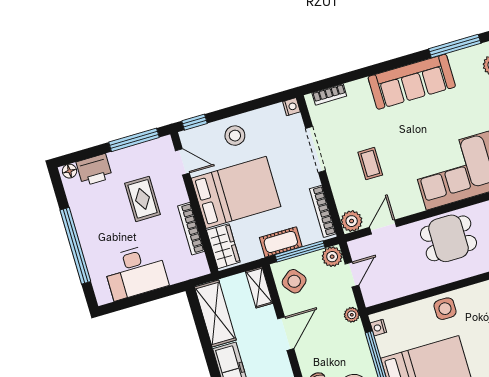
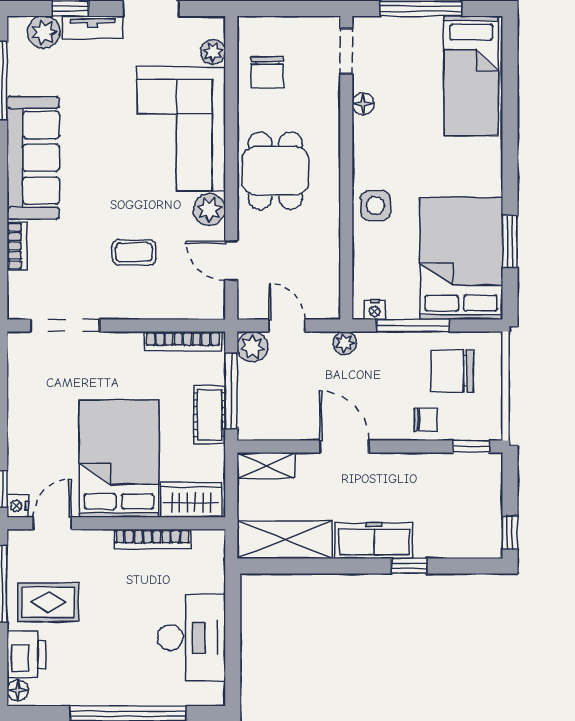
bookcase: (329, 95) -> (17, 246), moved
nightstand: (291, 107) -> (18, 506), moved, turned -90
stool: (235, 136) -> (36, 436), removed
doorway: (315, 150) -> (65, 326), moved
rug: (143, 199) -> (48, 602), moved
plant: (352, 221) -> (209, 209), moved
side table: (294, 281) -> (272, 412), removed

